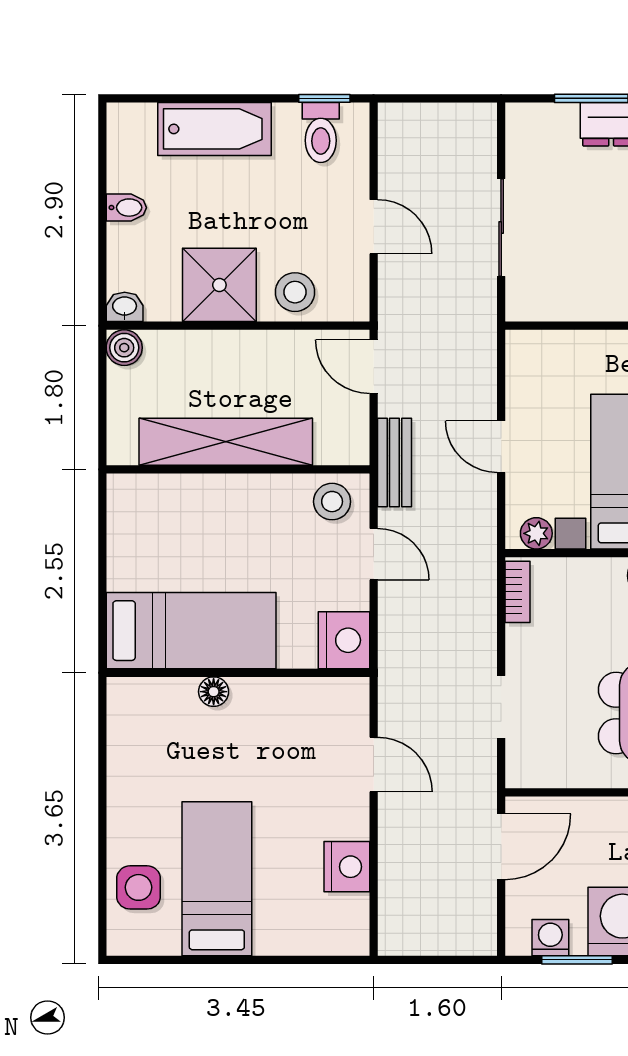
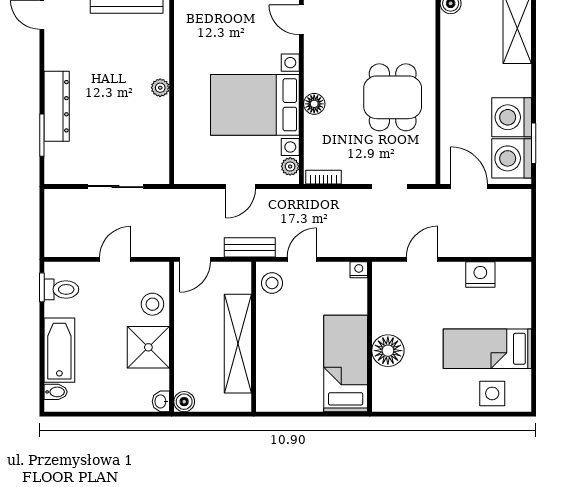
bidet: (126, 208) -> (56, 392), moved, turned 90
nightstand: (344, 640) -> (359, 270), width x0.53, depth x0.56
floor lamp: (214, 692) -> (388, 351), width x1.89, depth x1.89
washing machine: (550, 938) -> (512, 158), width x1.89, depth x1.89

